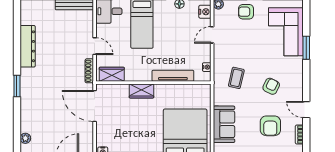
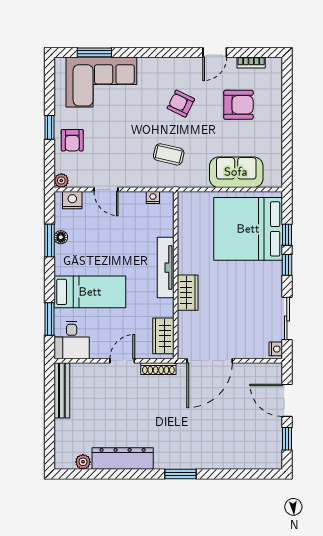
window: (306, 48) -> (94, 52), moved
tv unit: (173, 76) -> (166, 268), moved
plant: (25, 138) -> (83, 462), moved

